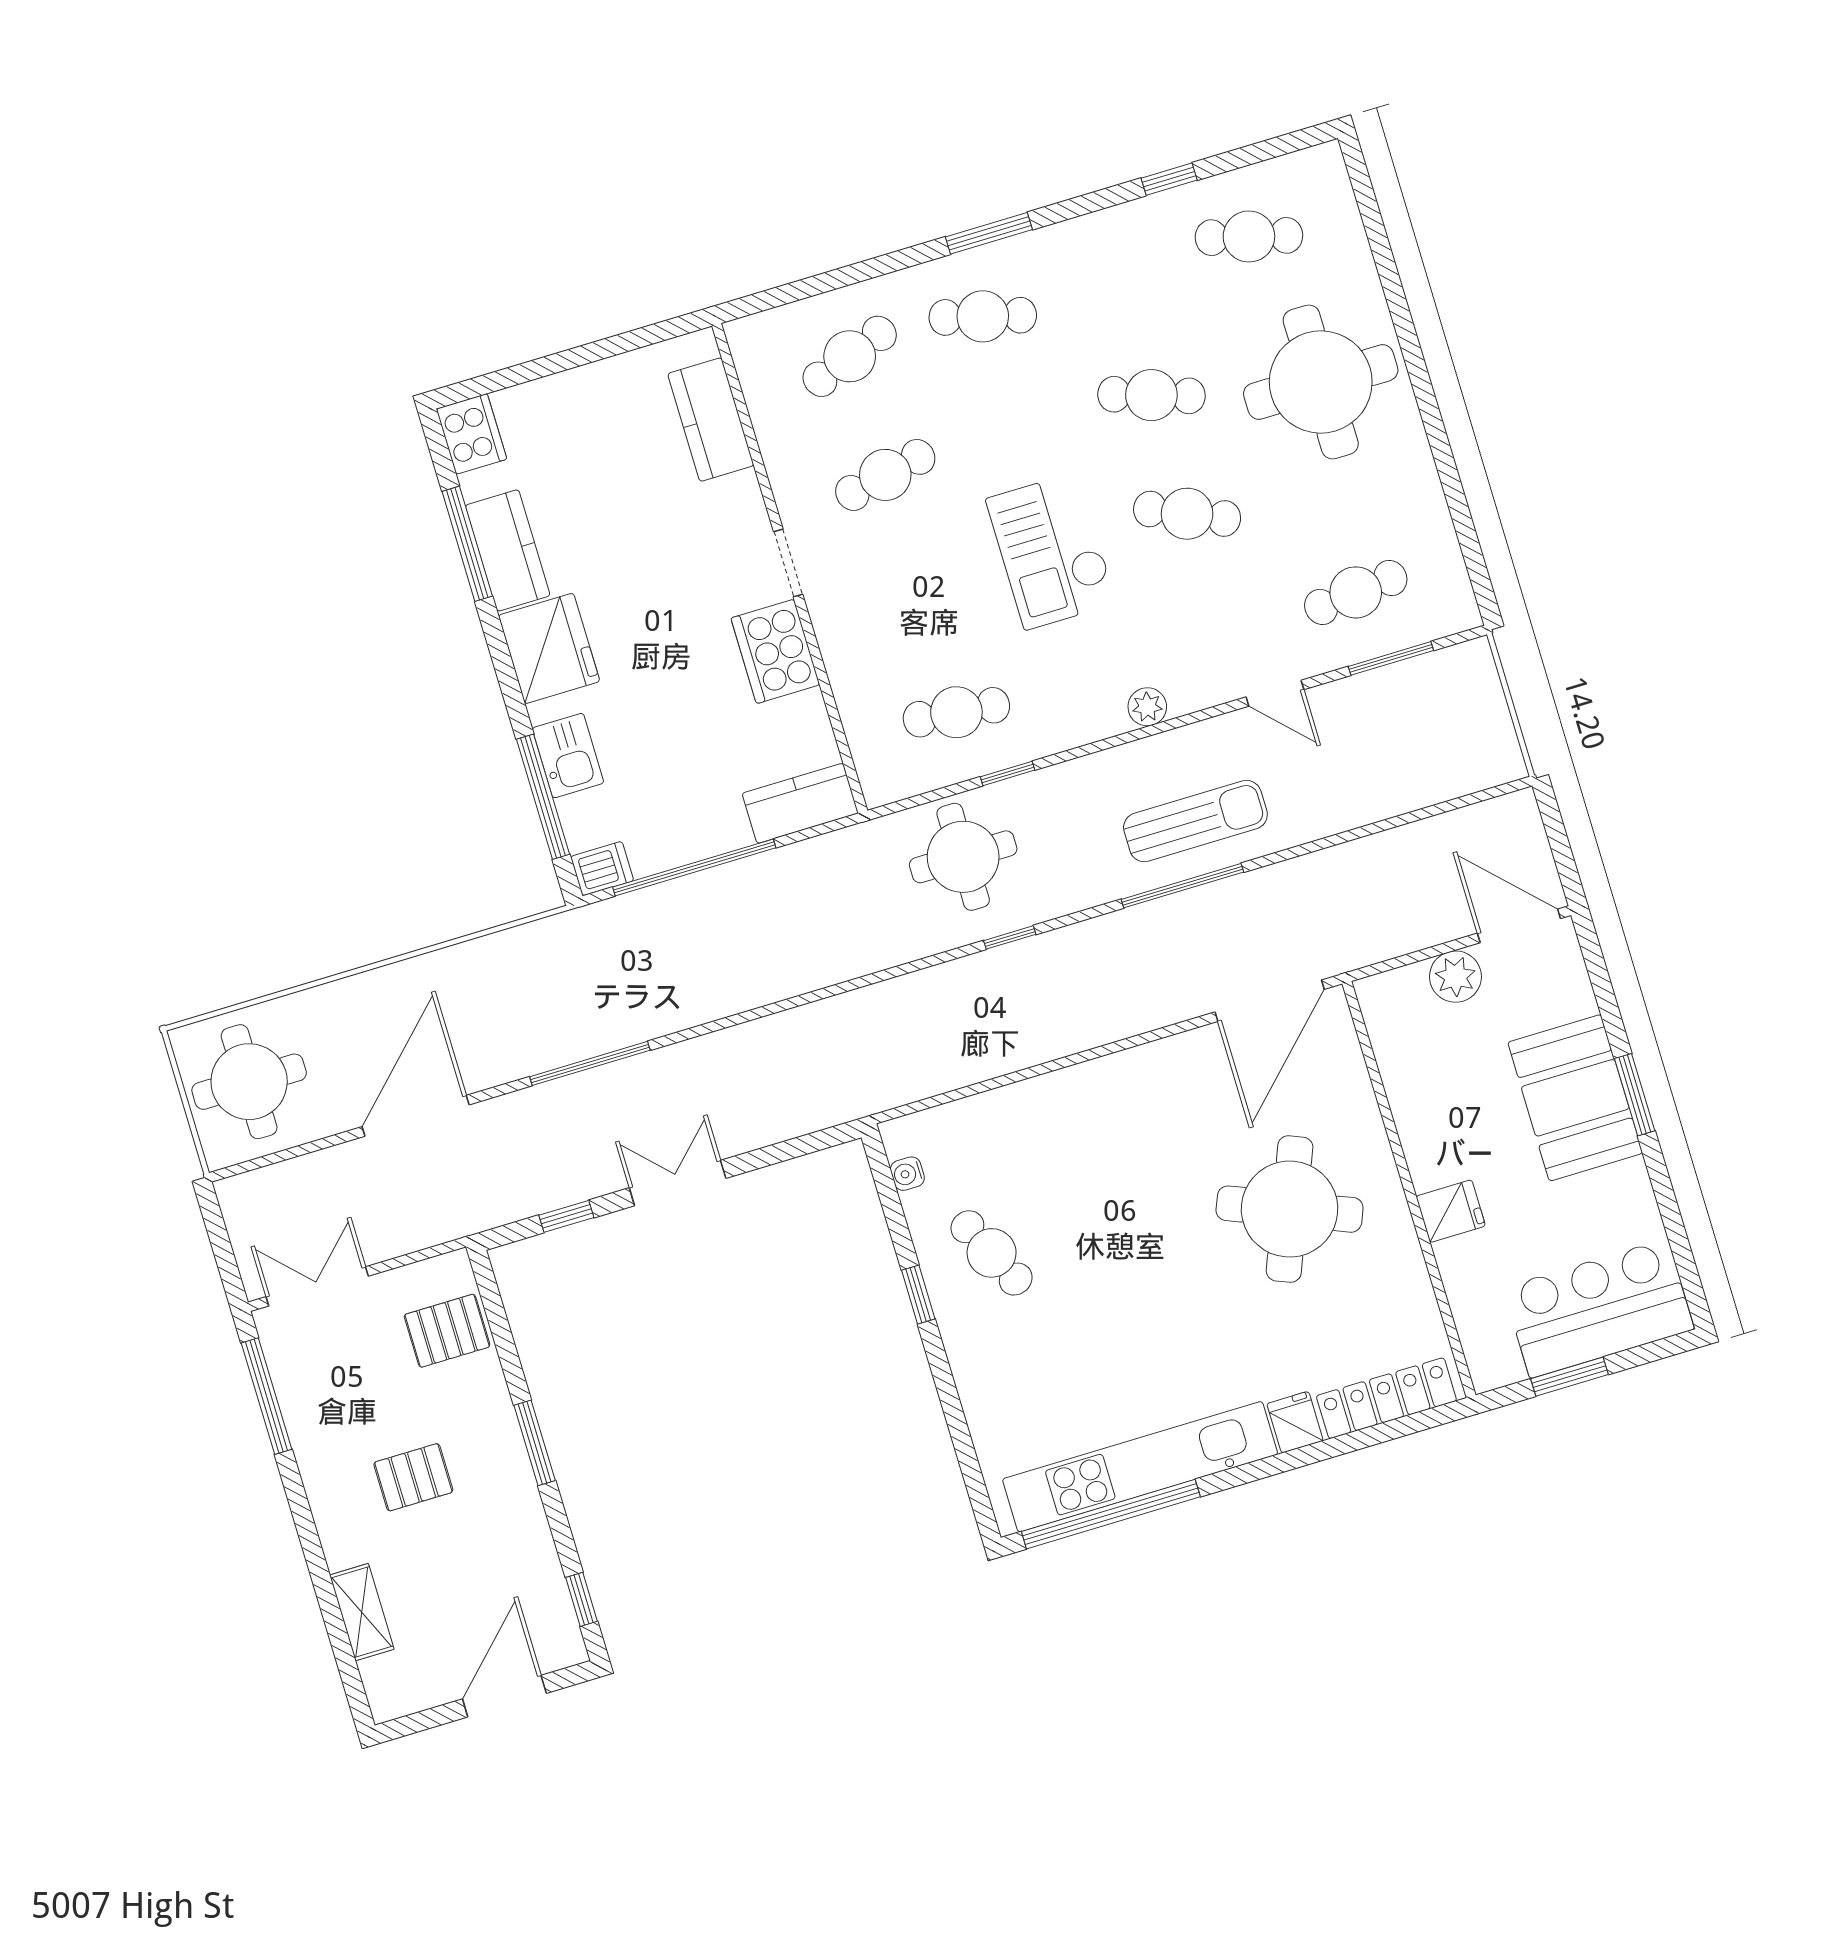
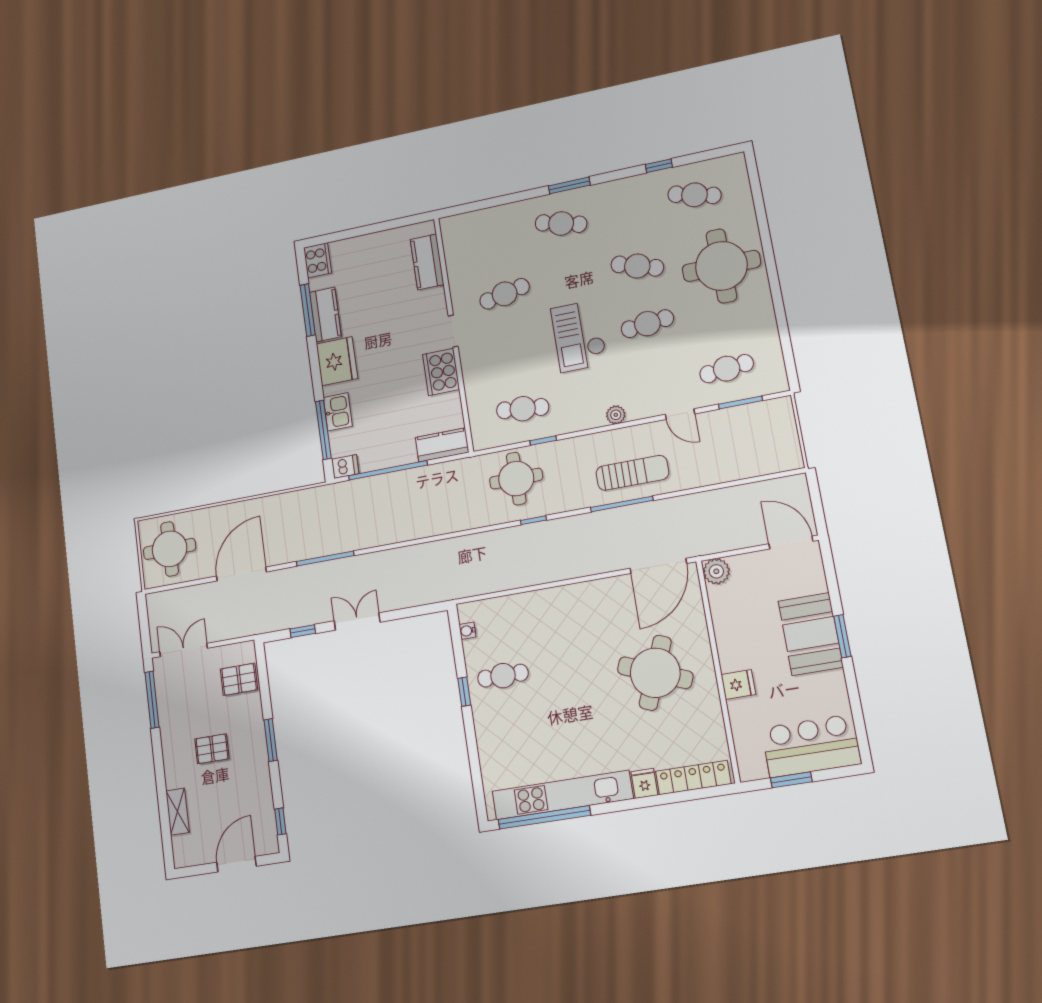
cafe table: (850, 356) -> (496, 238), removed
cafe table: (1187, 514) -> (647, 324), turned -30
plant: (1455, 977) -> (716, 571), moved
cafe table: (992, 1253) -> (503, 676), turned -64

